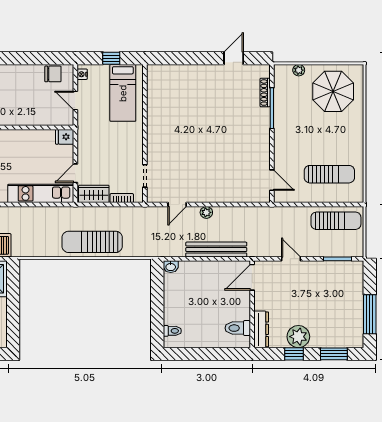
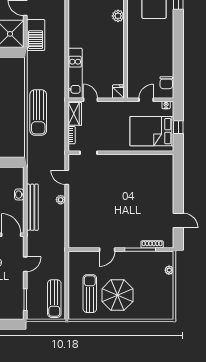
parasol: (333, 91) -> (117, 295), moved
bed: (123, 93) -> (152, 131), width x1.50
sun lounger: (329, 174) -> (90, 294), turned 180
door: (272, 180) -> (107, 250), moved
sun lounger: (92, 242) -> (38, 113), turned 180
washbasin: (171, 267) -> (19, 195), moved

